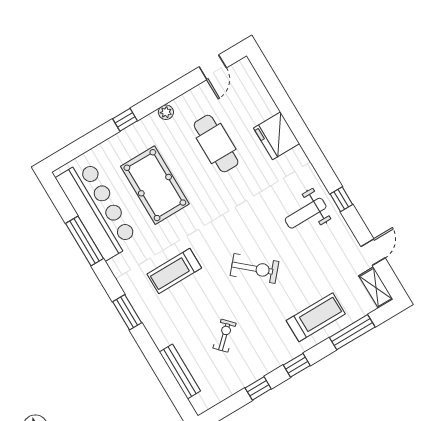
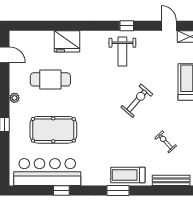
window: (84, 241) -> (61, 191), width x0.46
treadmill: (174, 271) -> (128, 175), moved, turned 90

